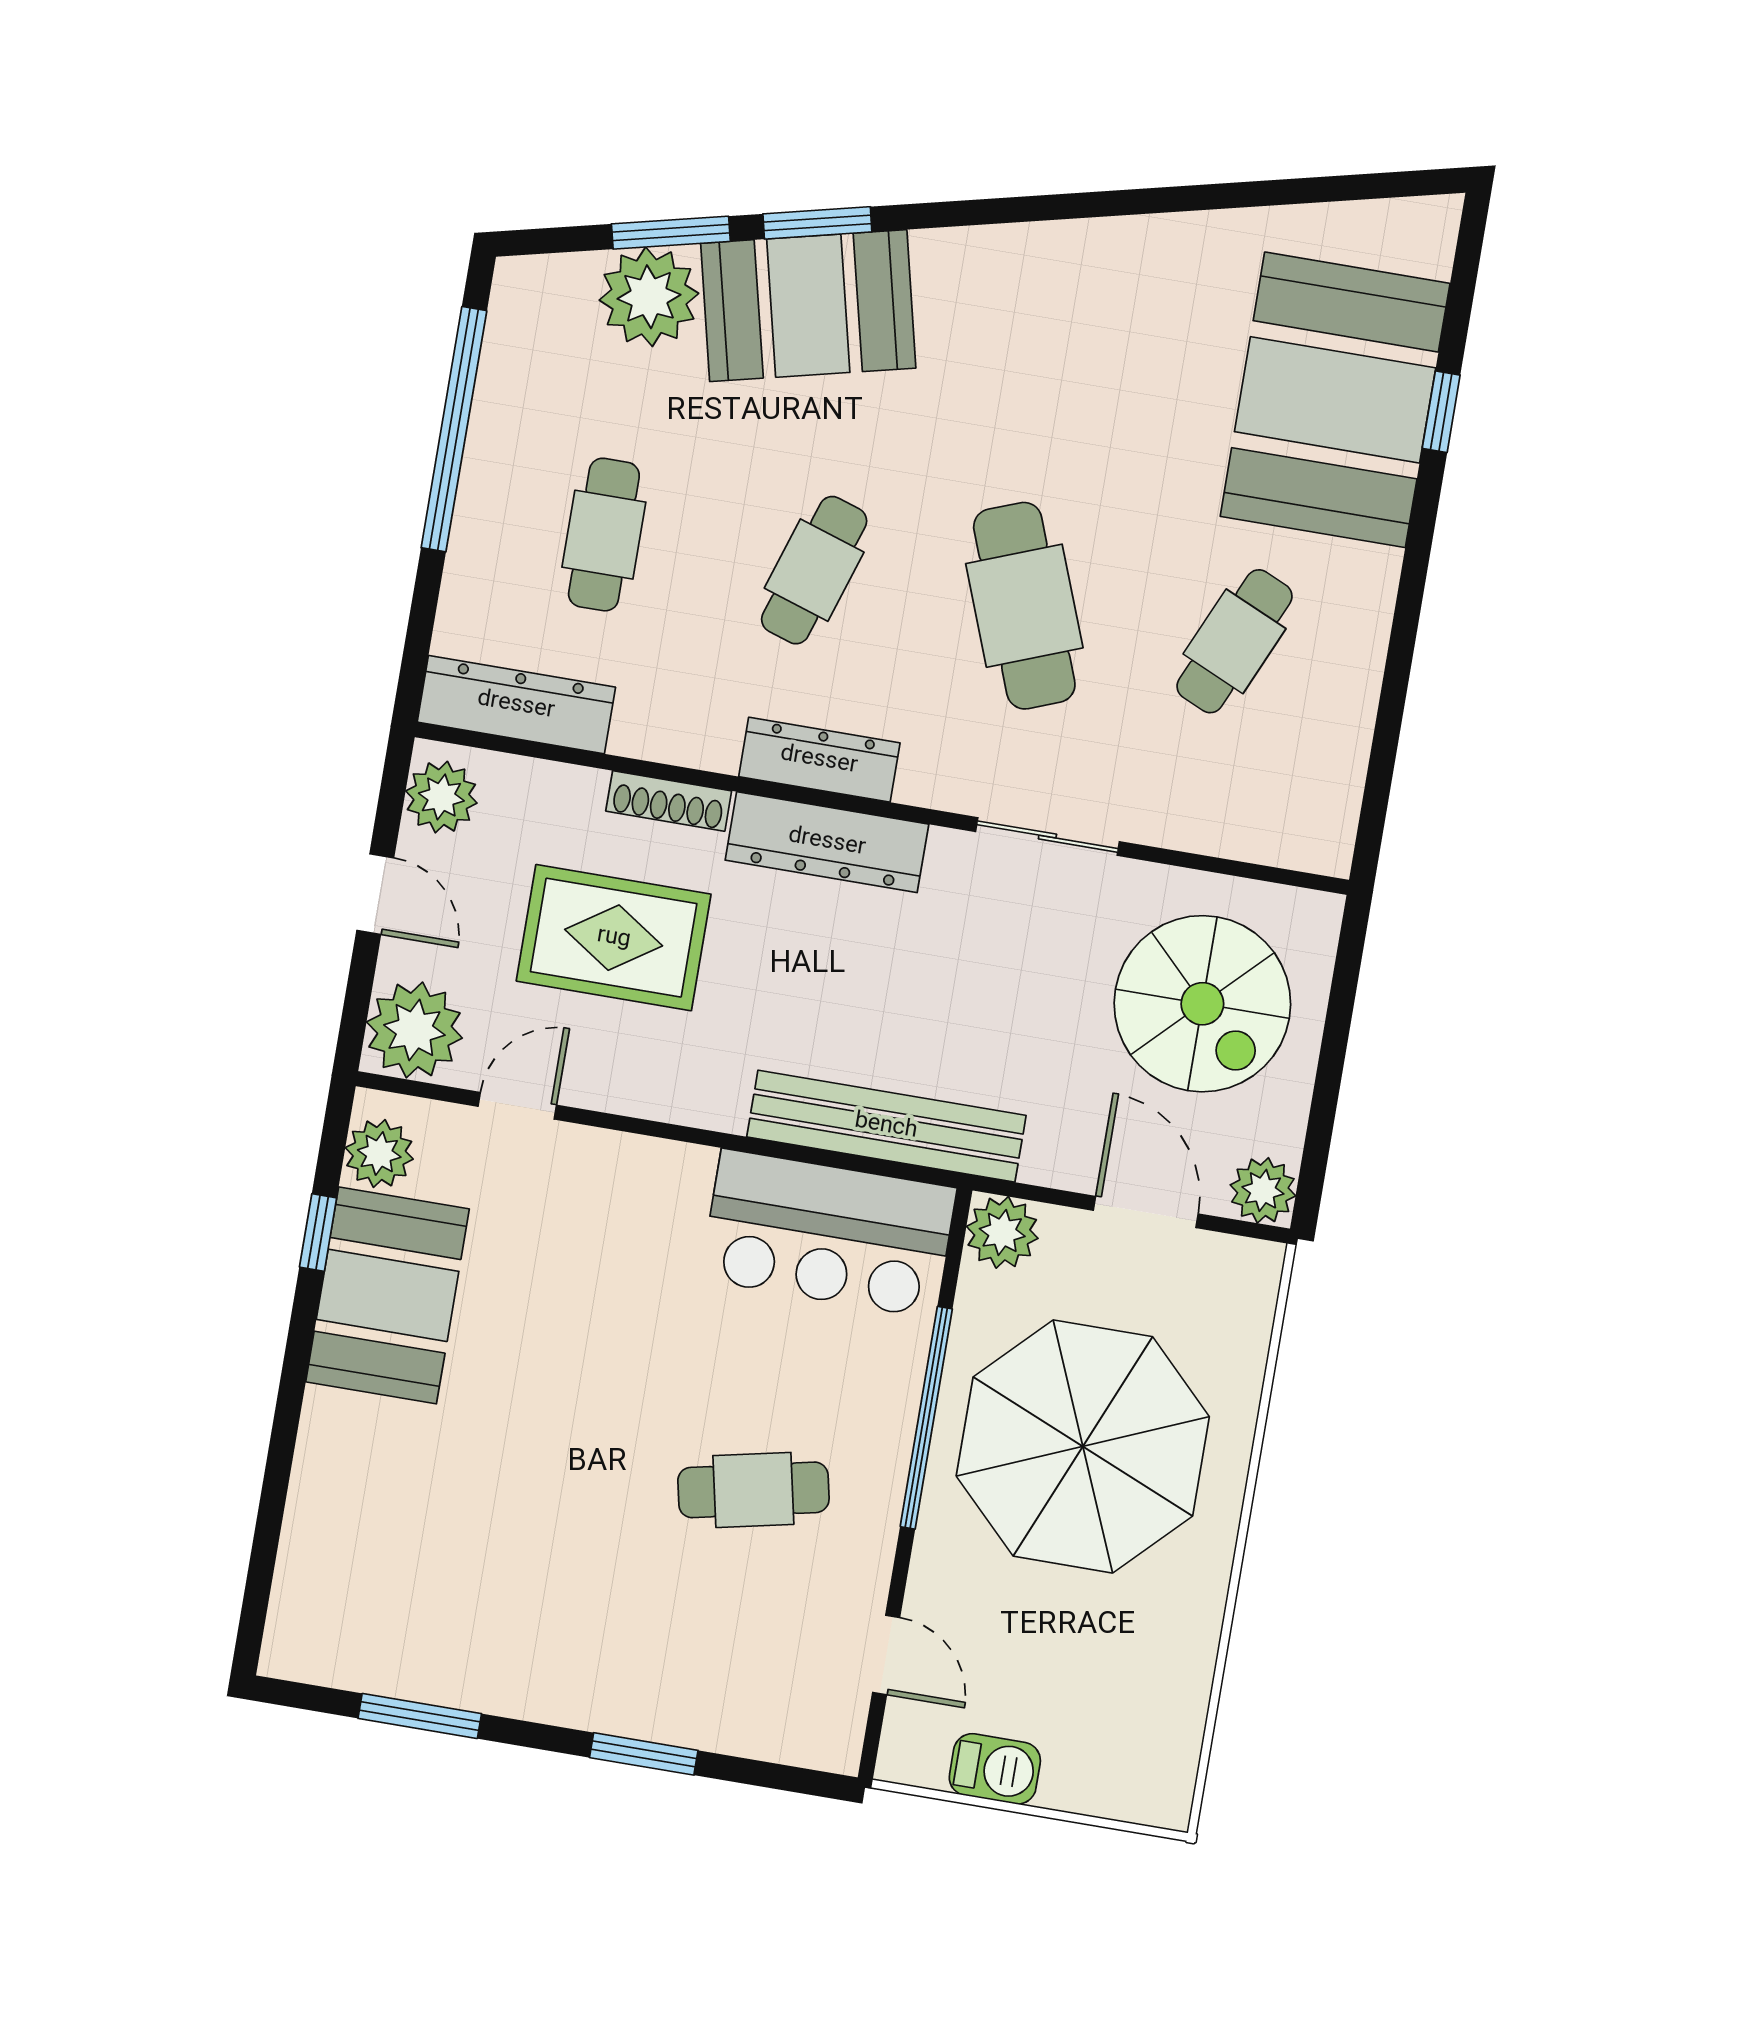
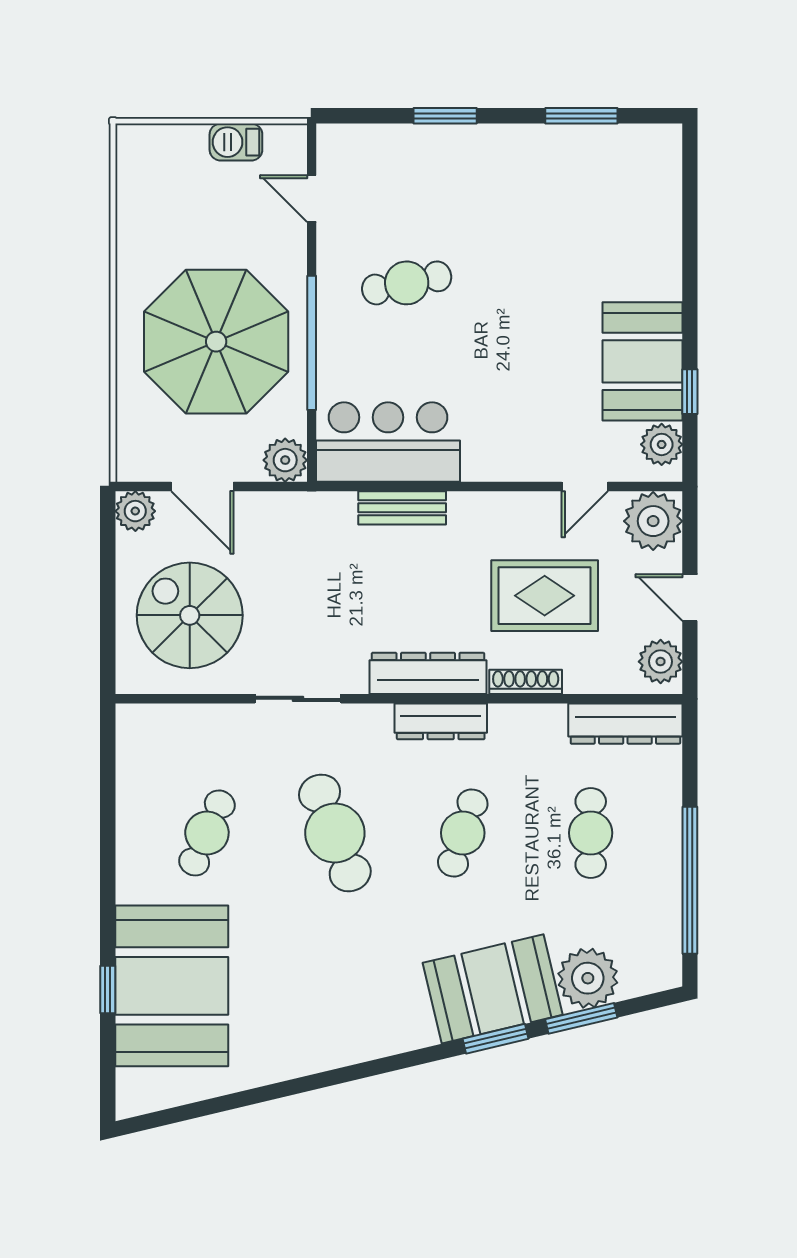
bench: (886, 1126) -> (402, 508), width x0.54, depth x0.82

